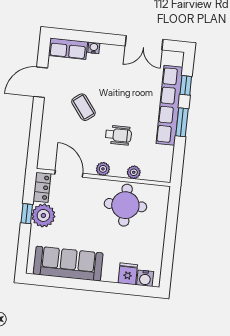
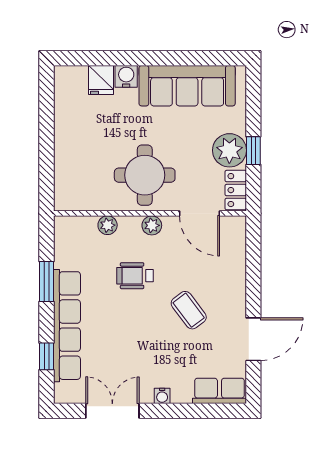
water cooler: (94, 48) -> (162, 396), moved
window: (182, 122) -> (47, 282), moved
round table: (125, 205) -> (145, 175), moved
water cooler: (145, 278) -> (126, 76), moved

